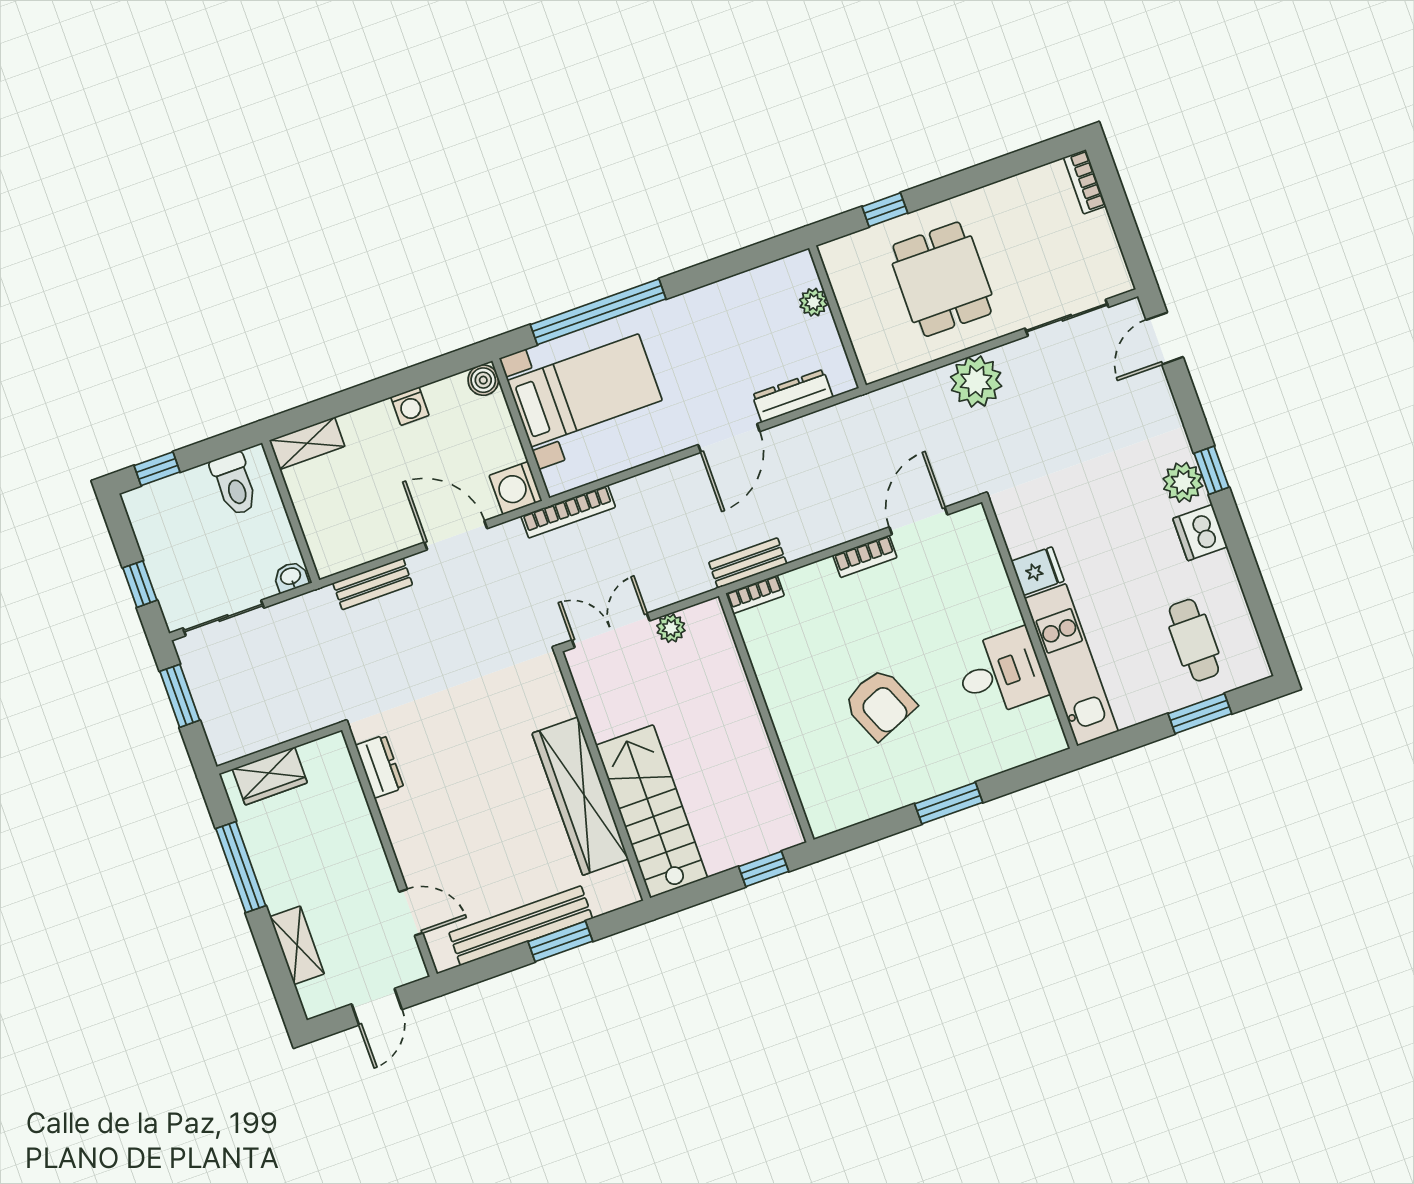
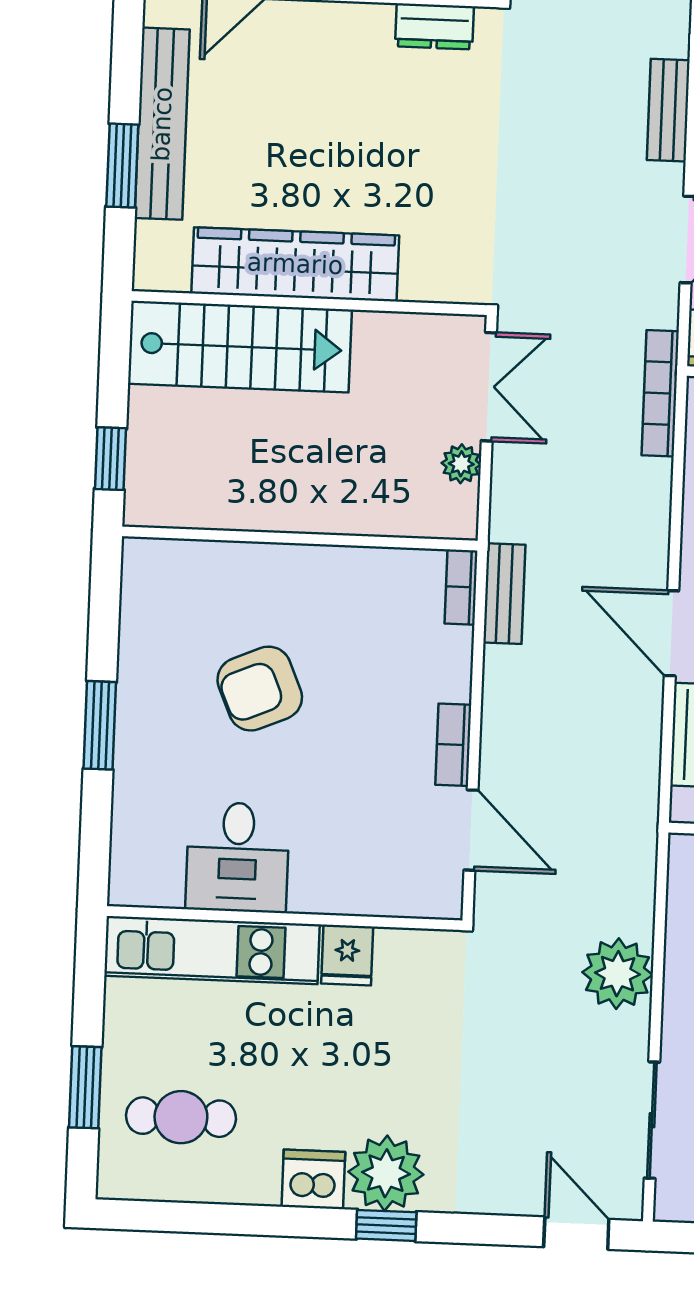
plant: (1183, 482) -> (386, 1173), width x1.36, depth x1.36

